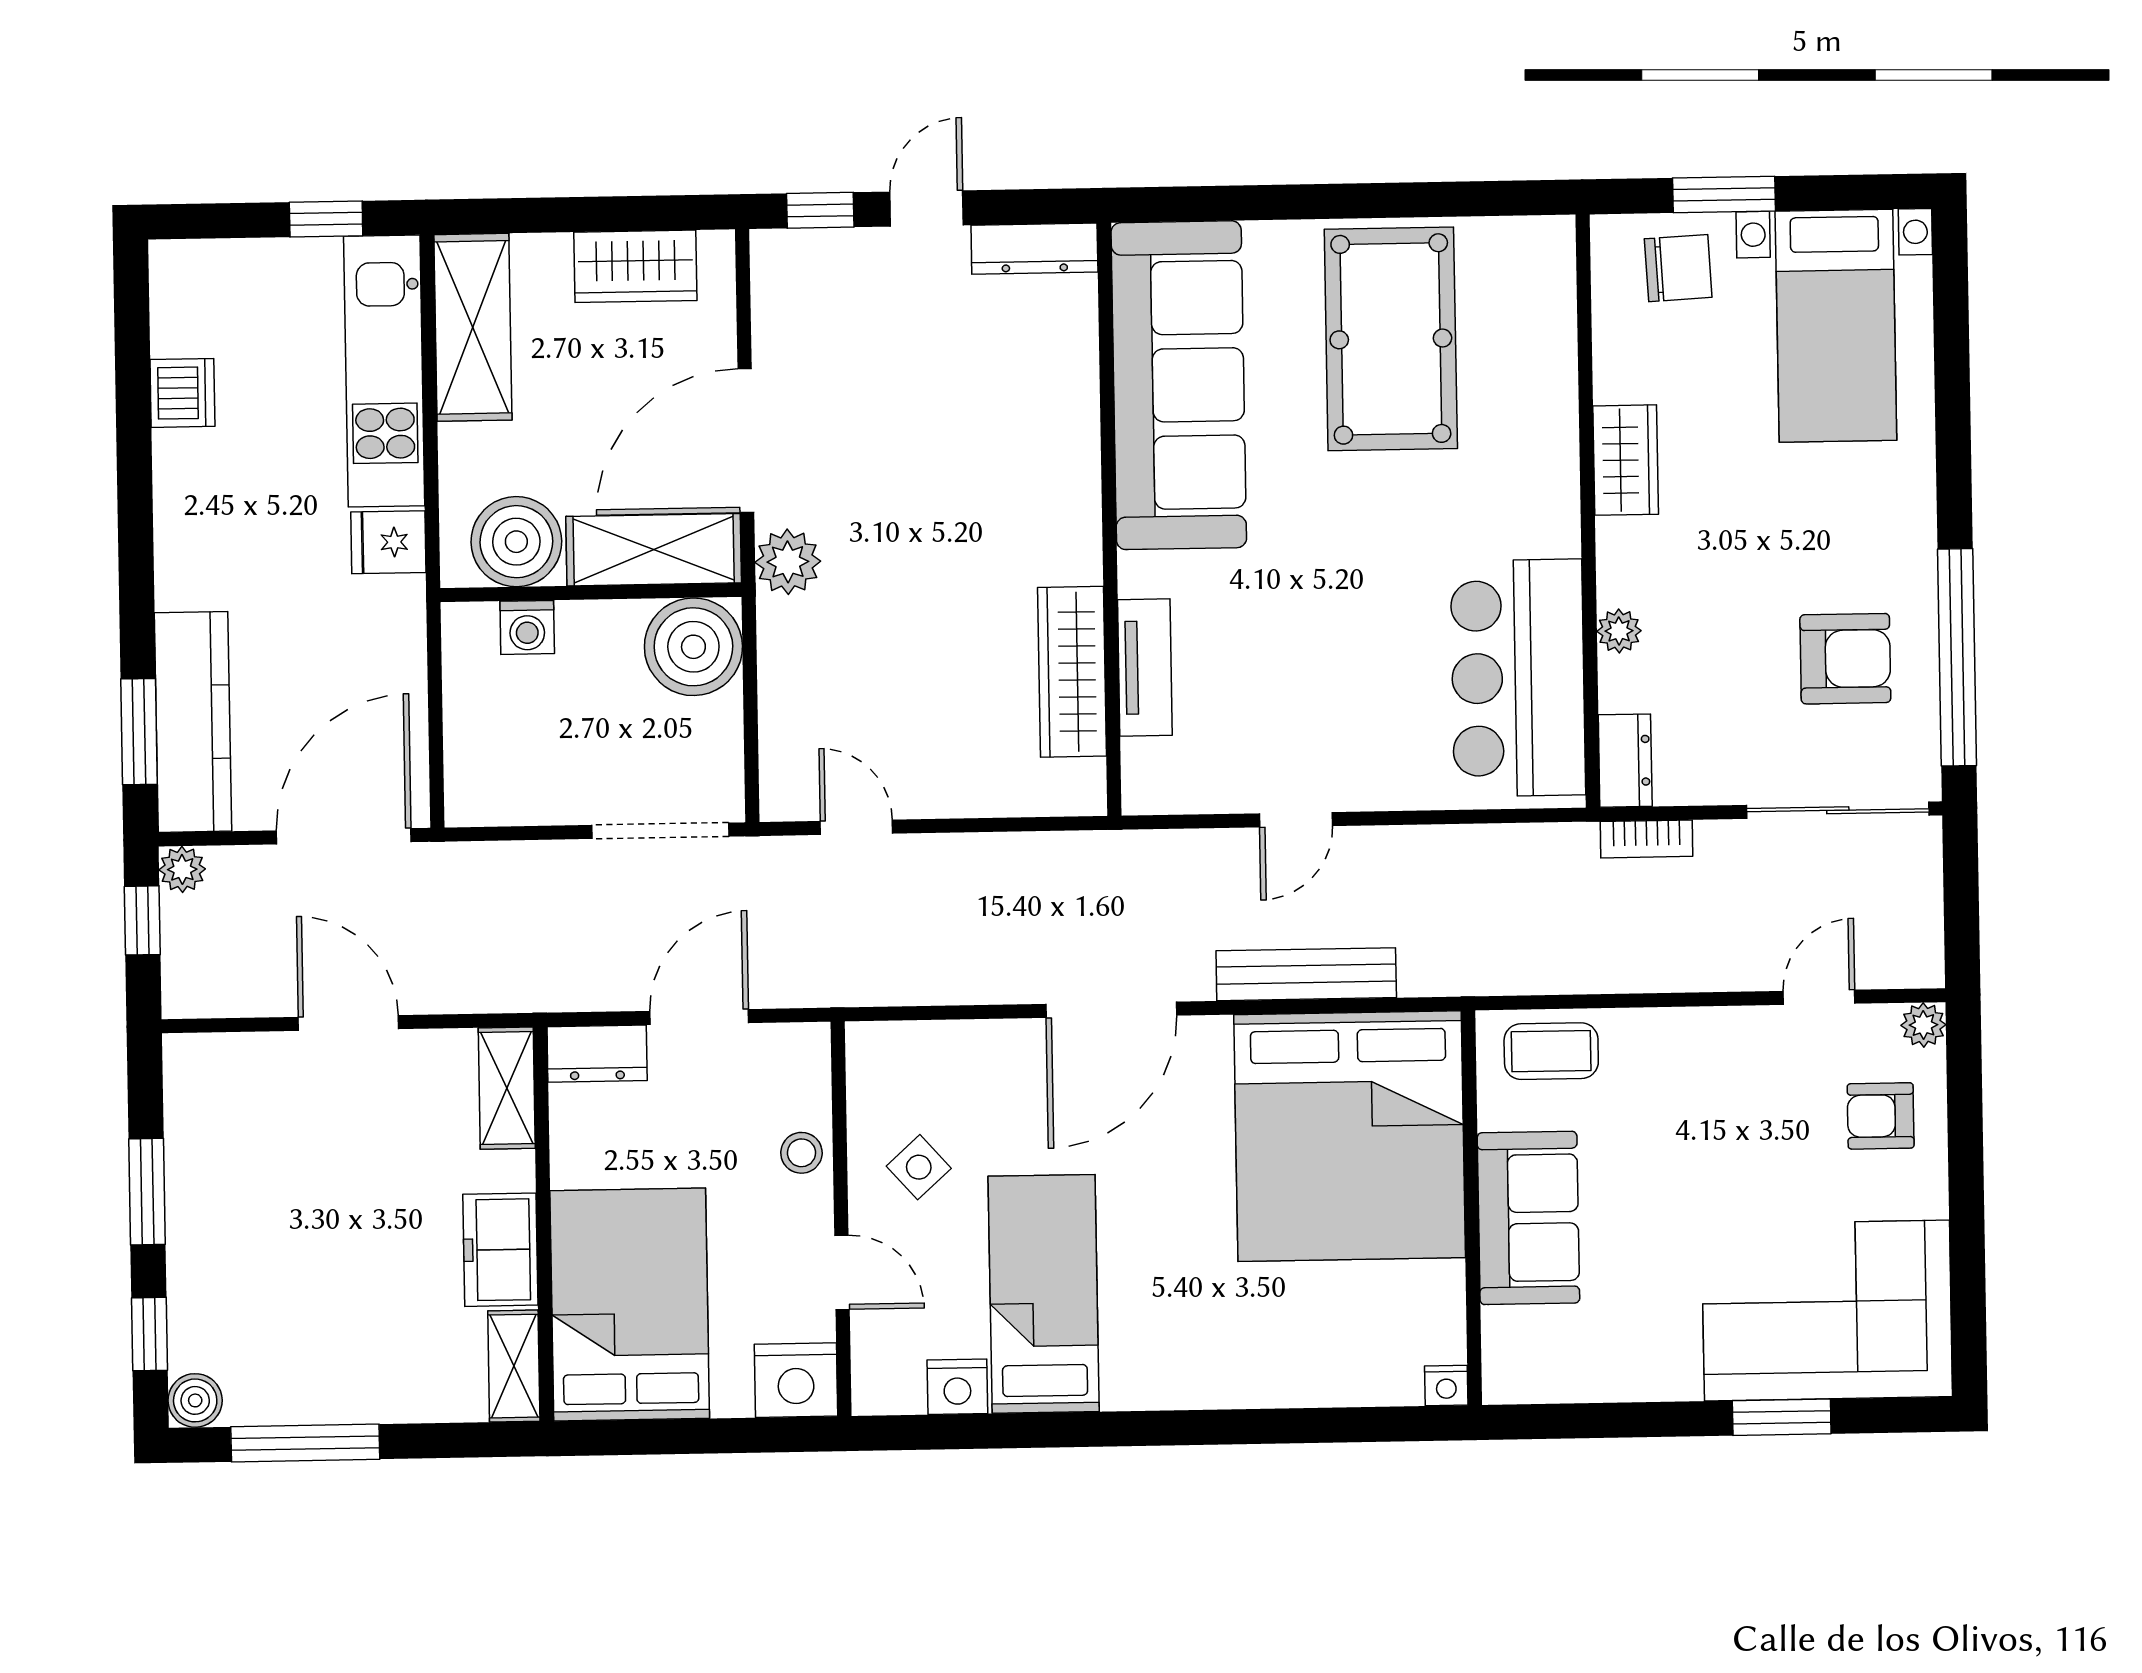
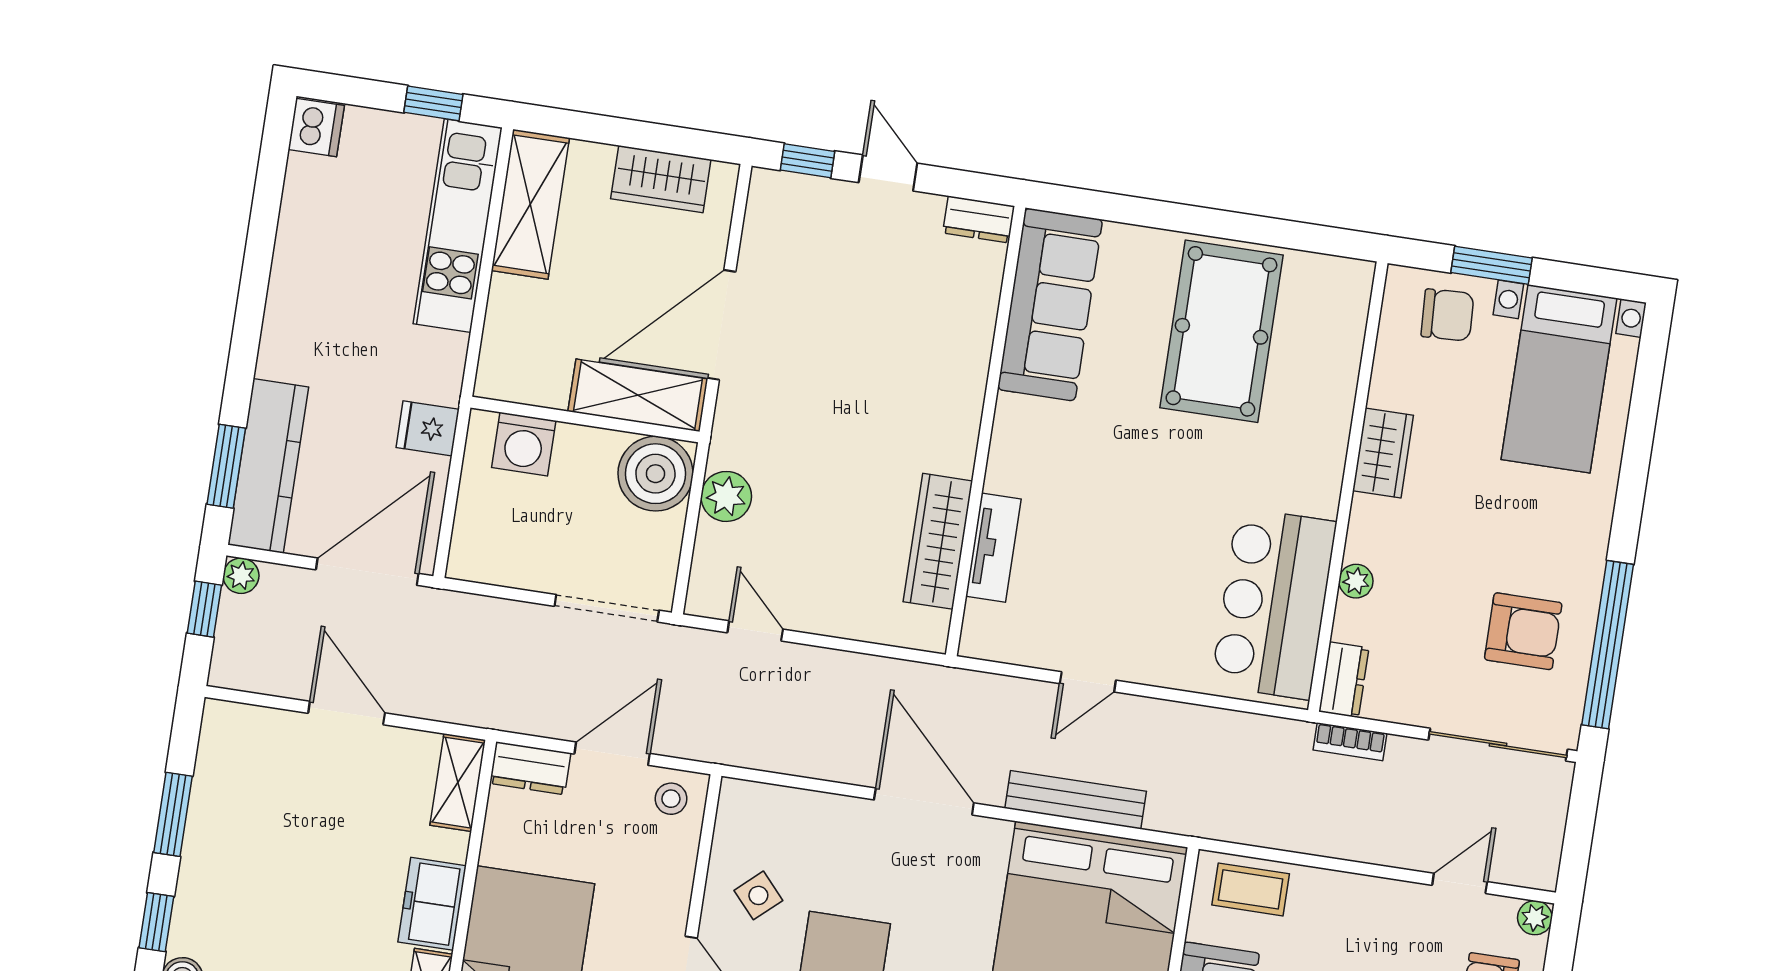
door: (927, 208) -> (888, 173), hinge flipped
dresser: (1034, 249) -> (979, 219), width x0.70
sofa: (1179, 385) -> (1050, 305), width x0.74, depth x0.79
dishwasher: (182, 393) -> (316, 127), moved
fridge: (388, 542) -> (428, 428), moved
boiler: (516, 542) -> (535, 372), removed
plant: (788, 562) -> (726, 496), moved
washing machine: (527, 627) -> (524, 444), width x1.38, depth x1.38
door: (1111, 1010) -> (924, 801), swing flipped
stool: (801, 1153) -> (671, 799), moved

